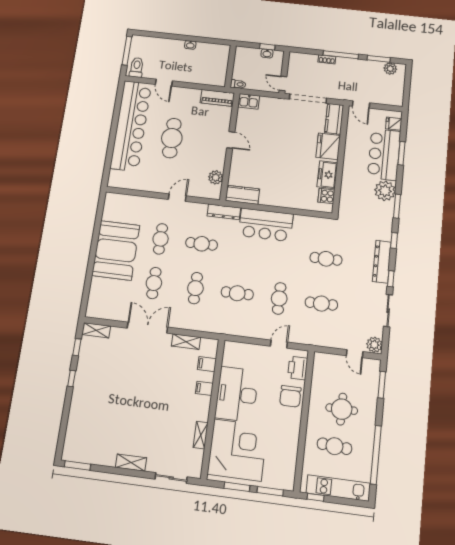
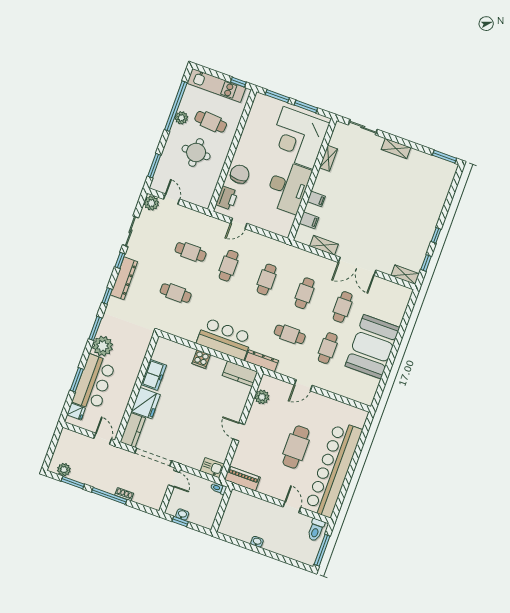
cooker: (326, 196) -> (201, 359), moved, turned 90
cafe table: (237, 293) -> (267, 279), turned 90
plant: (367, 443) -> (181, 118), added

